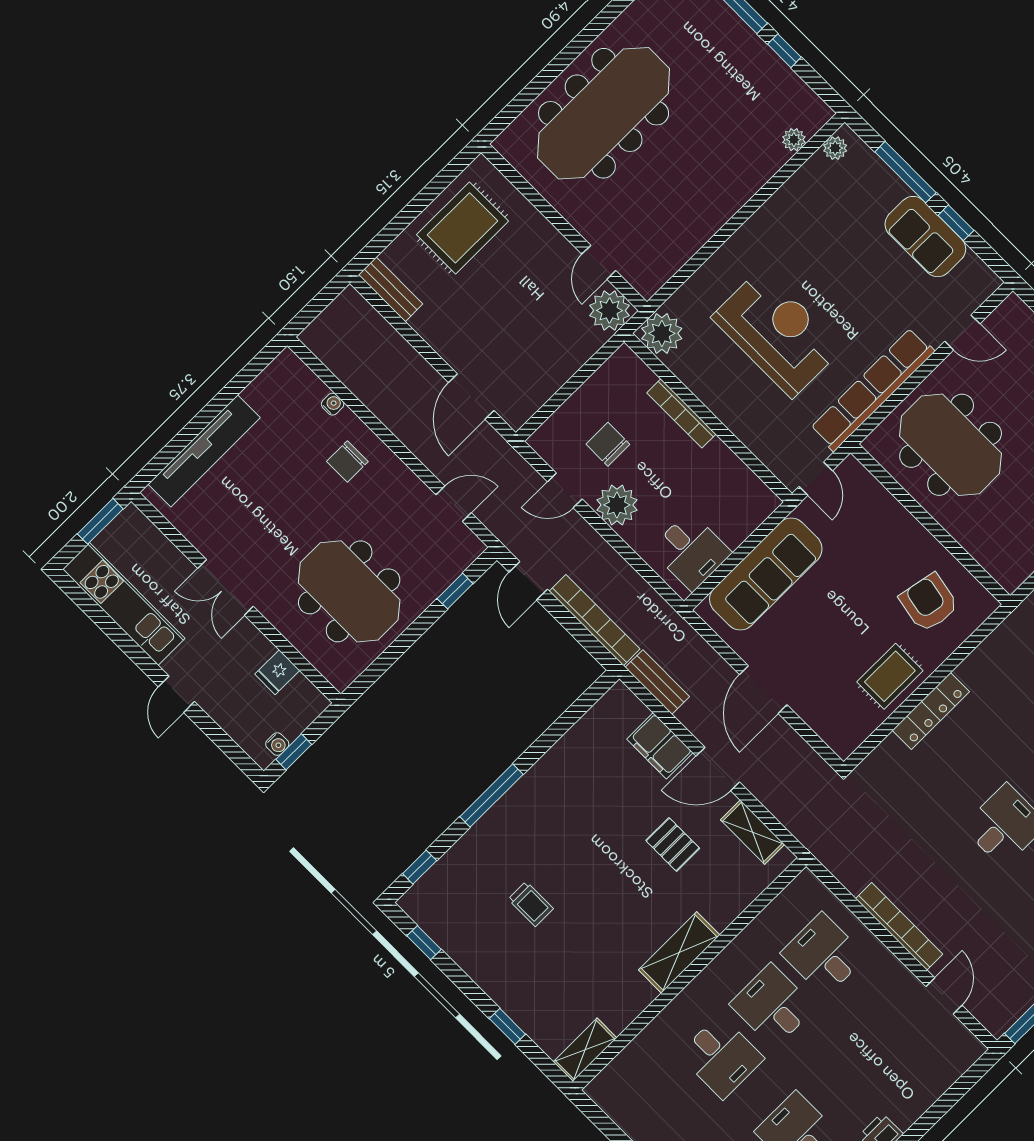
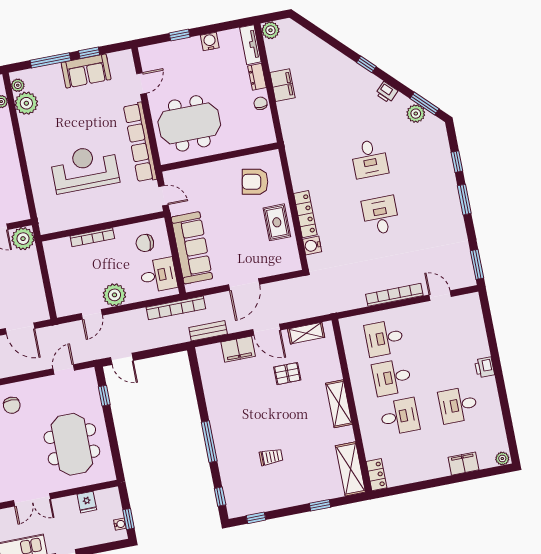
plant: (662, 333) -> (26, 103), moved
chair: (608, 444) -> (145, 243), moved
meeting table: (349, 591) -> (72, 444), turned 90
bookcase: (595, 620) -> (176, 308), moved, turned 180
door: (763, 690) -> (244, 284), hinge flipped
water cooler: (890, 753) -> (312, 246), added
door: (718, 769) -> (267, 330), hinge flipped
shelving: (585, 1050) -> (350, 469), width x1.50, depth x1.33
locker: (610, 1080) -> (376, 475), added

